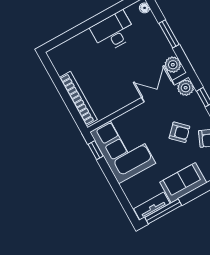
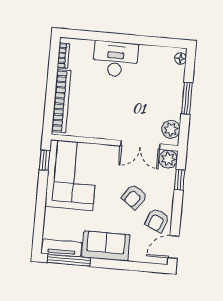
desk: (113, 32) -> (115, 59), moved
bookcase: (57, 64) -> (63, 56), added
double door: (158, 91) -> (140, 145), swing flipped
armchair: (179, 132) -> (134, 197), turned 81

